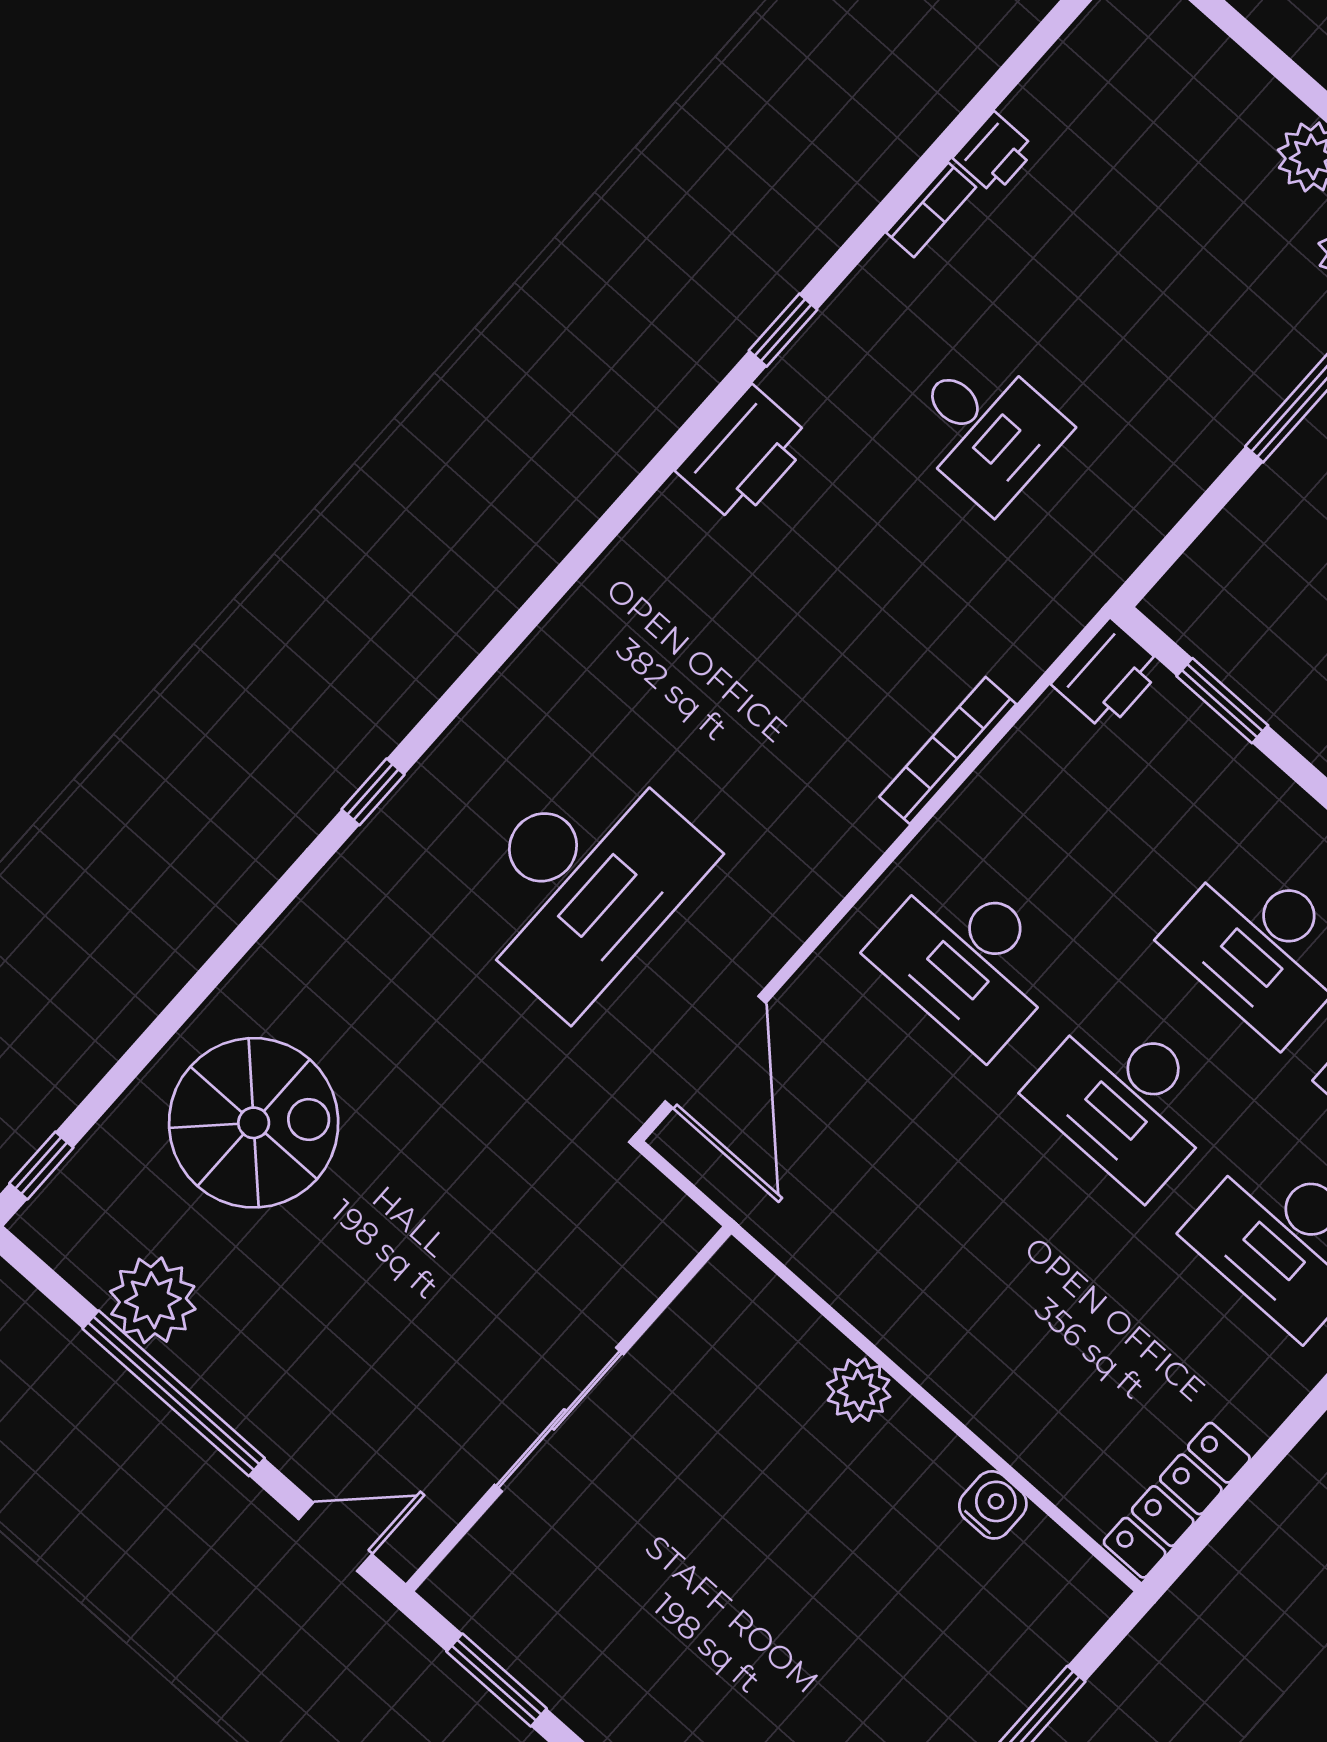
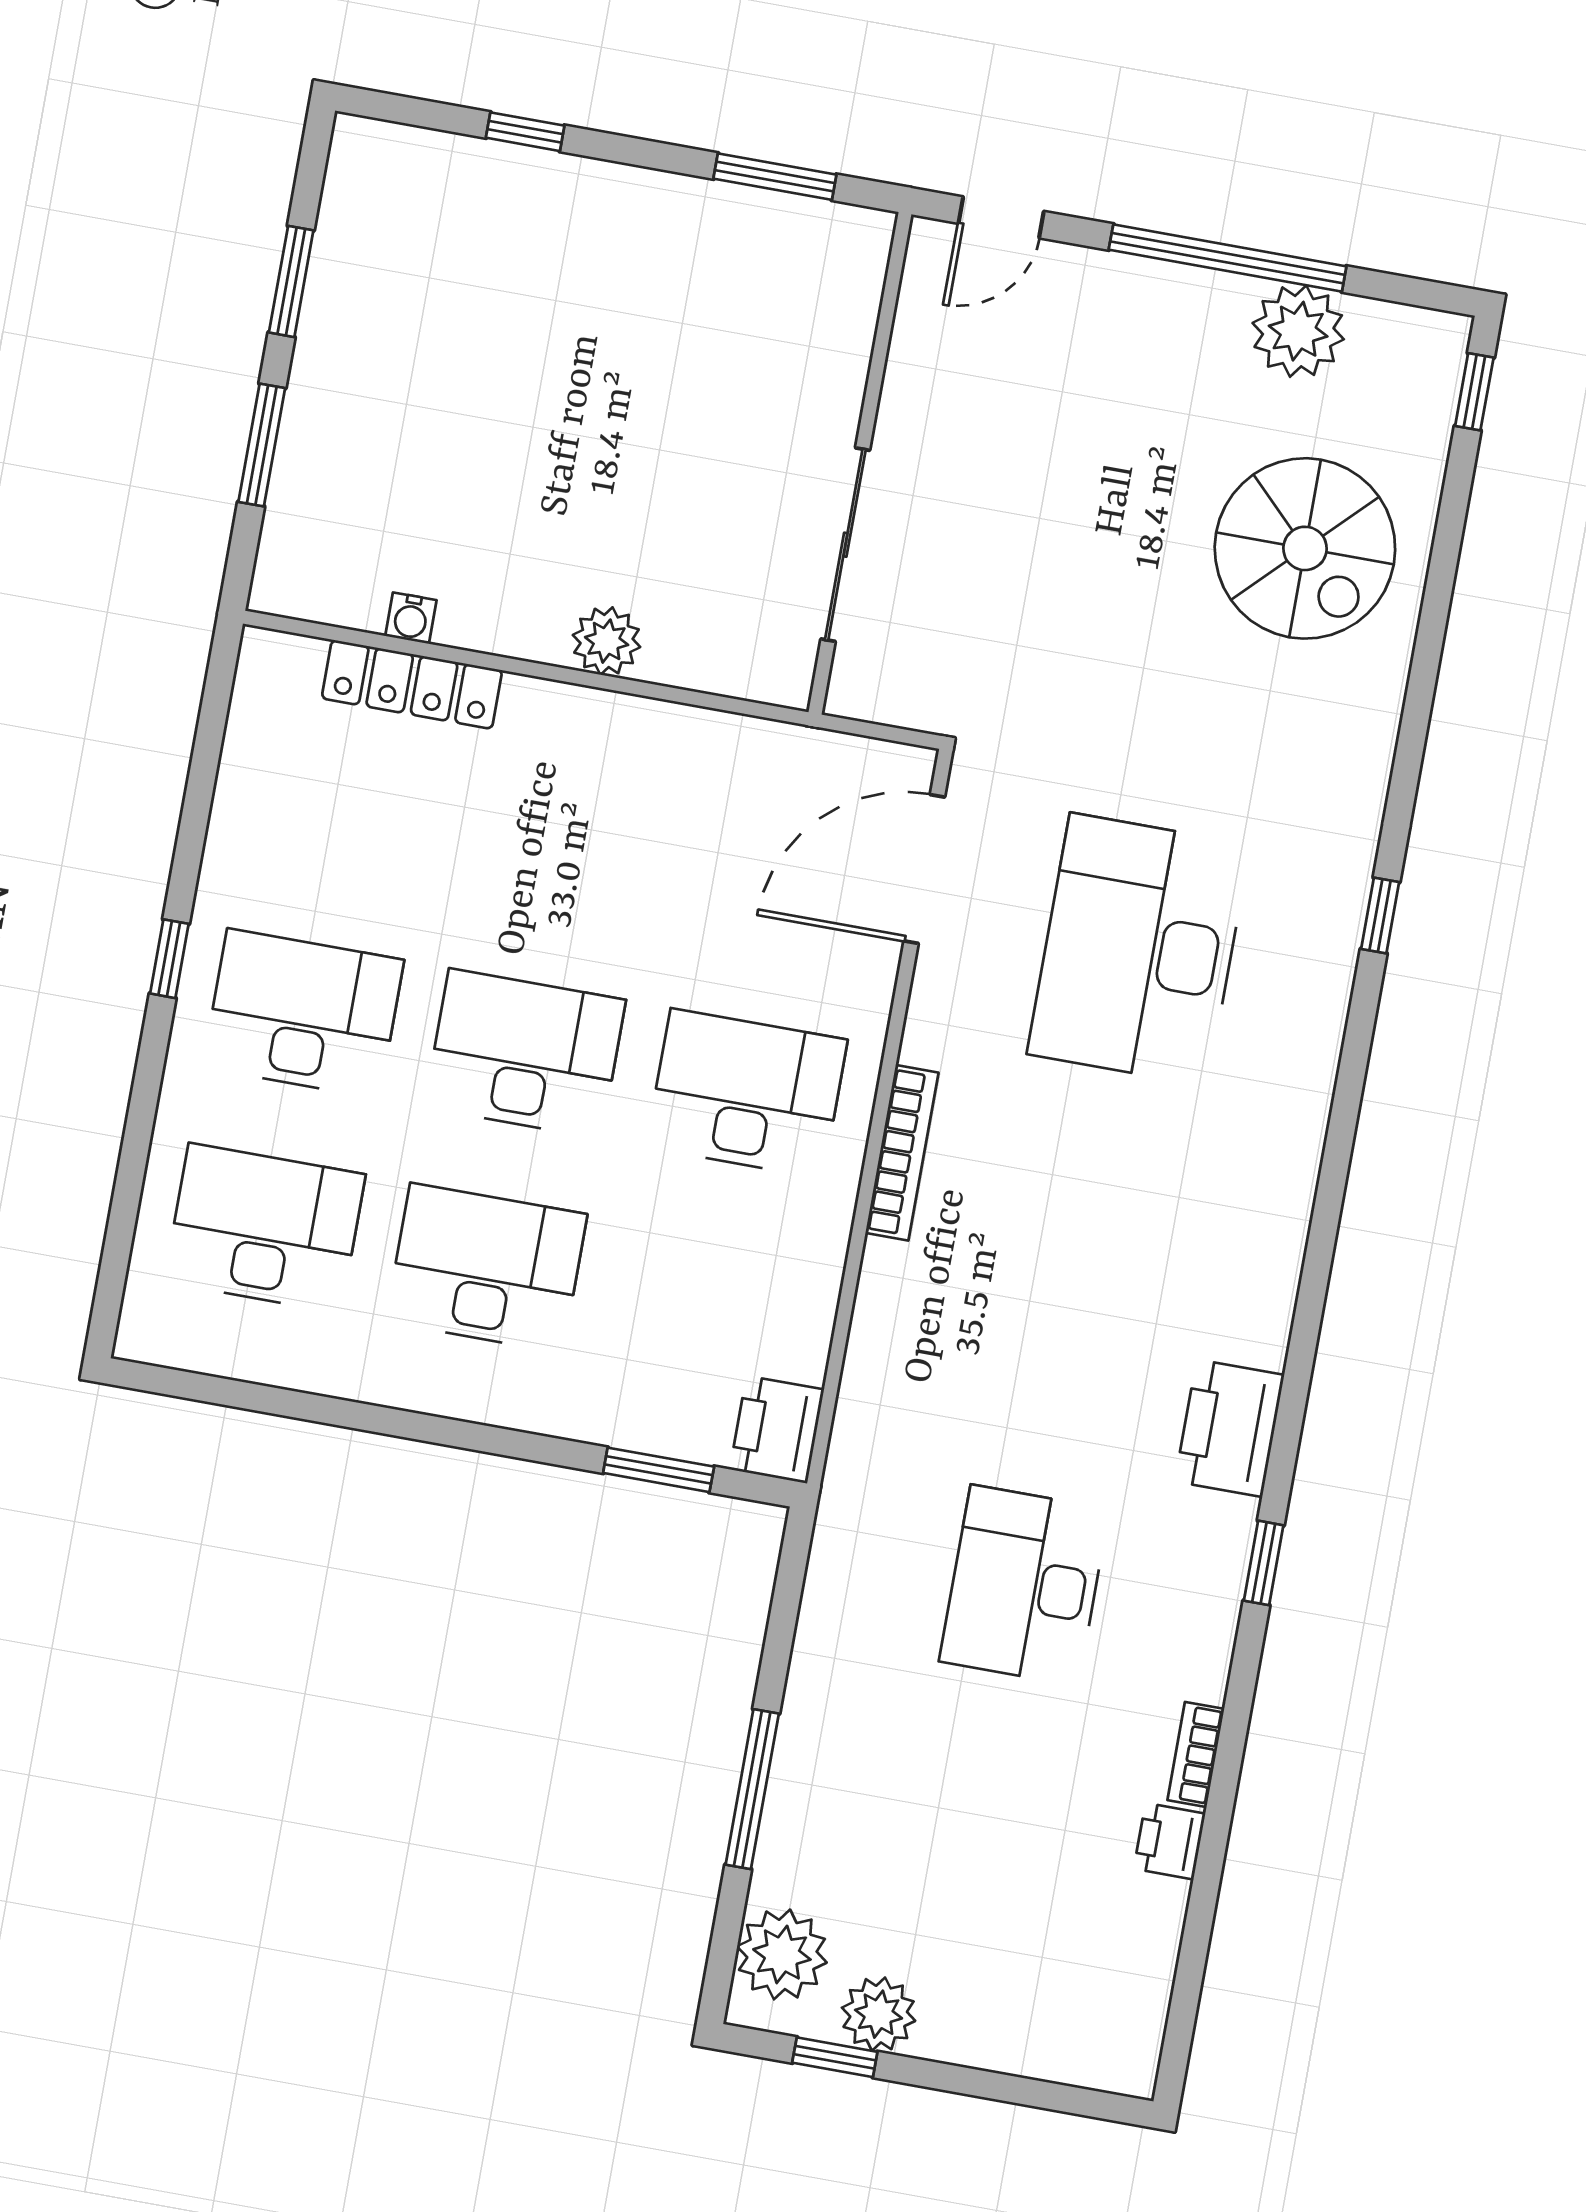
desk: (986, 429) -> (1024, 1585), width x1.37
bookcase: (948, 750) -> (902, 1153), moved
door: (716, 1052) -> (924, 869), hinge flipped
spiral stairs: (254, 1123) -> (1305, 548), turned -90
sliding door: (559, 1419) -> (845, 545), moved
locker: (1177, 1500) -> (412, 684), moved, turned 90
water cooler: (993, 1505) -> (411, 618), width x0.72, depth x0.72

